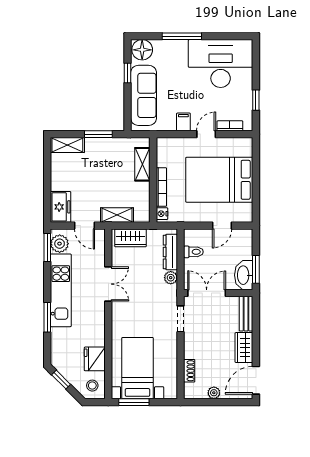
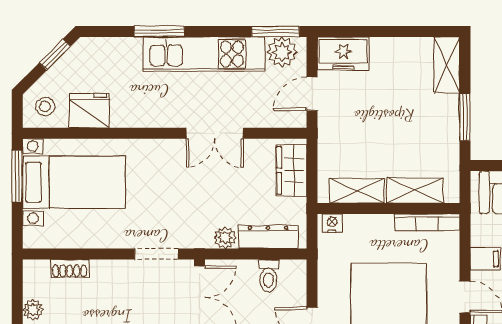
bookcase: (161, 187) -> (427, 222), moved
shelving: (117, 215) -> (357, 191), moved, turned 90

